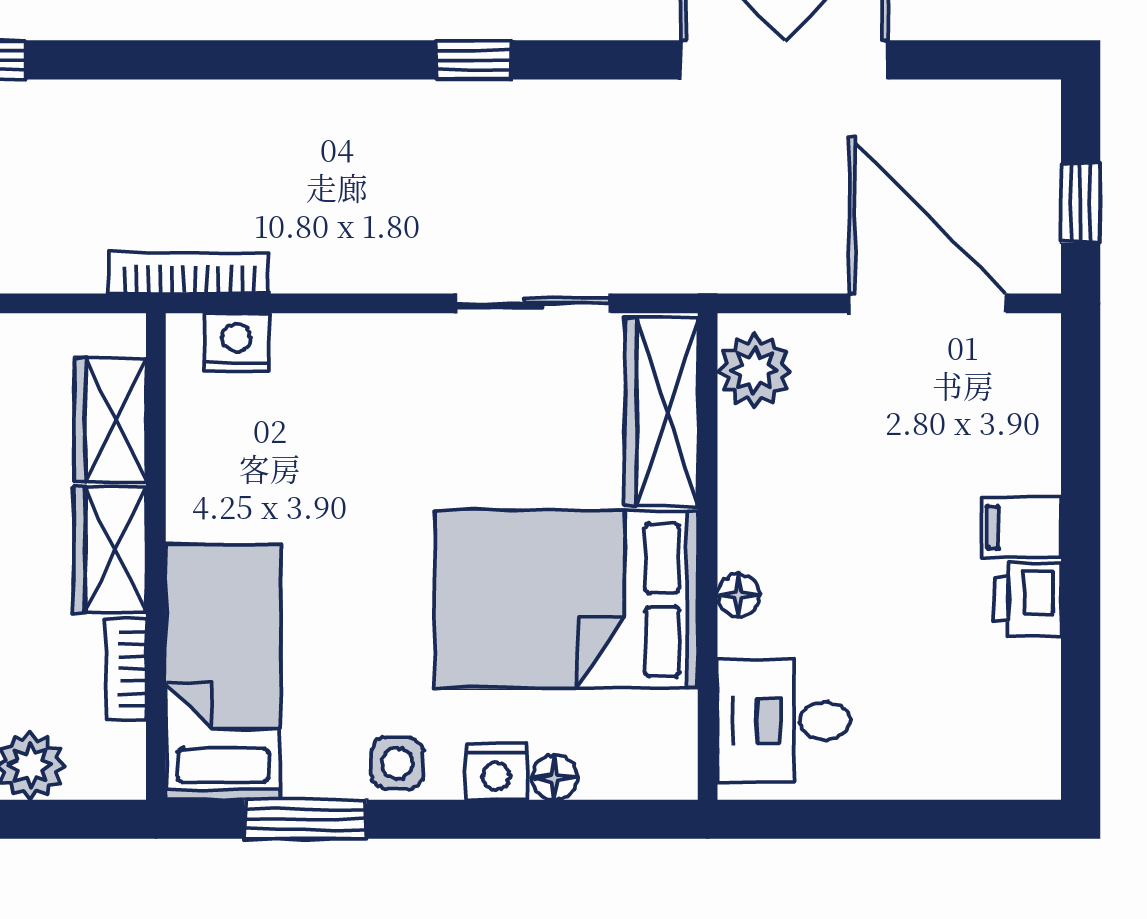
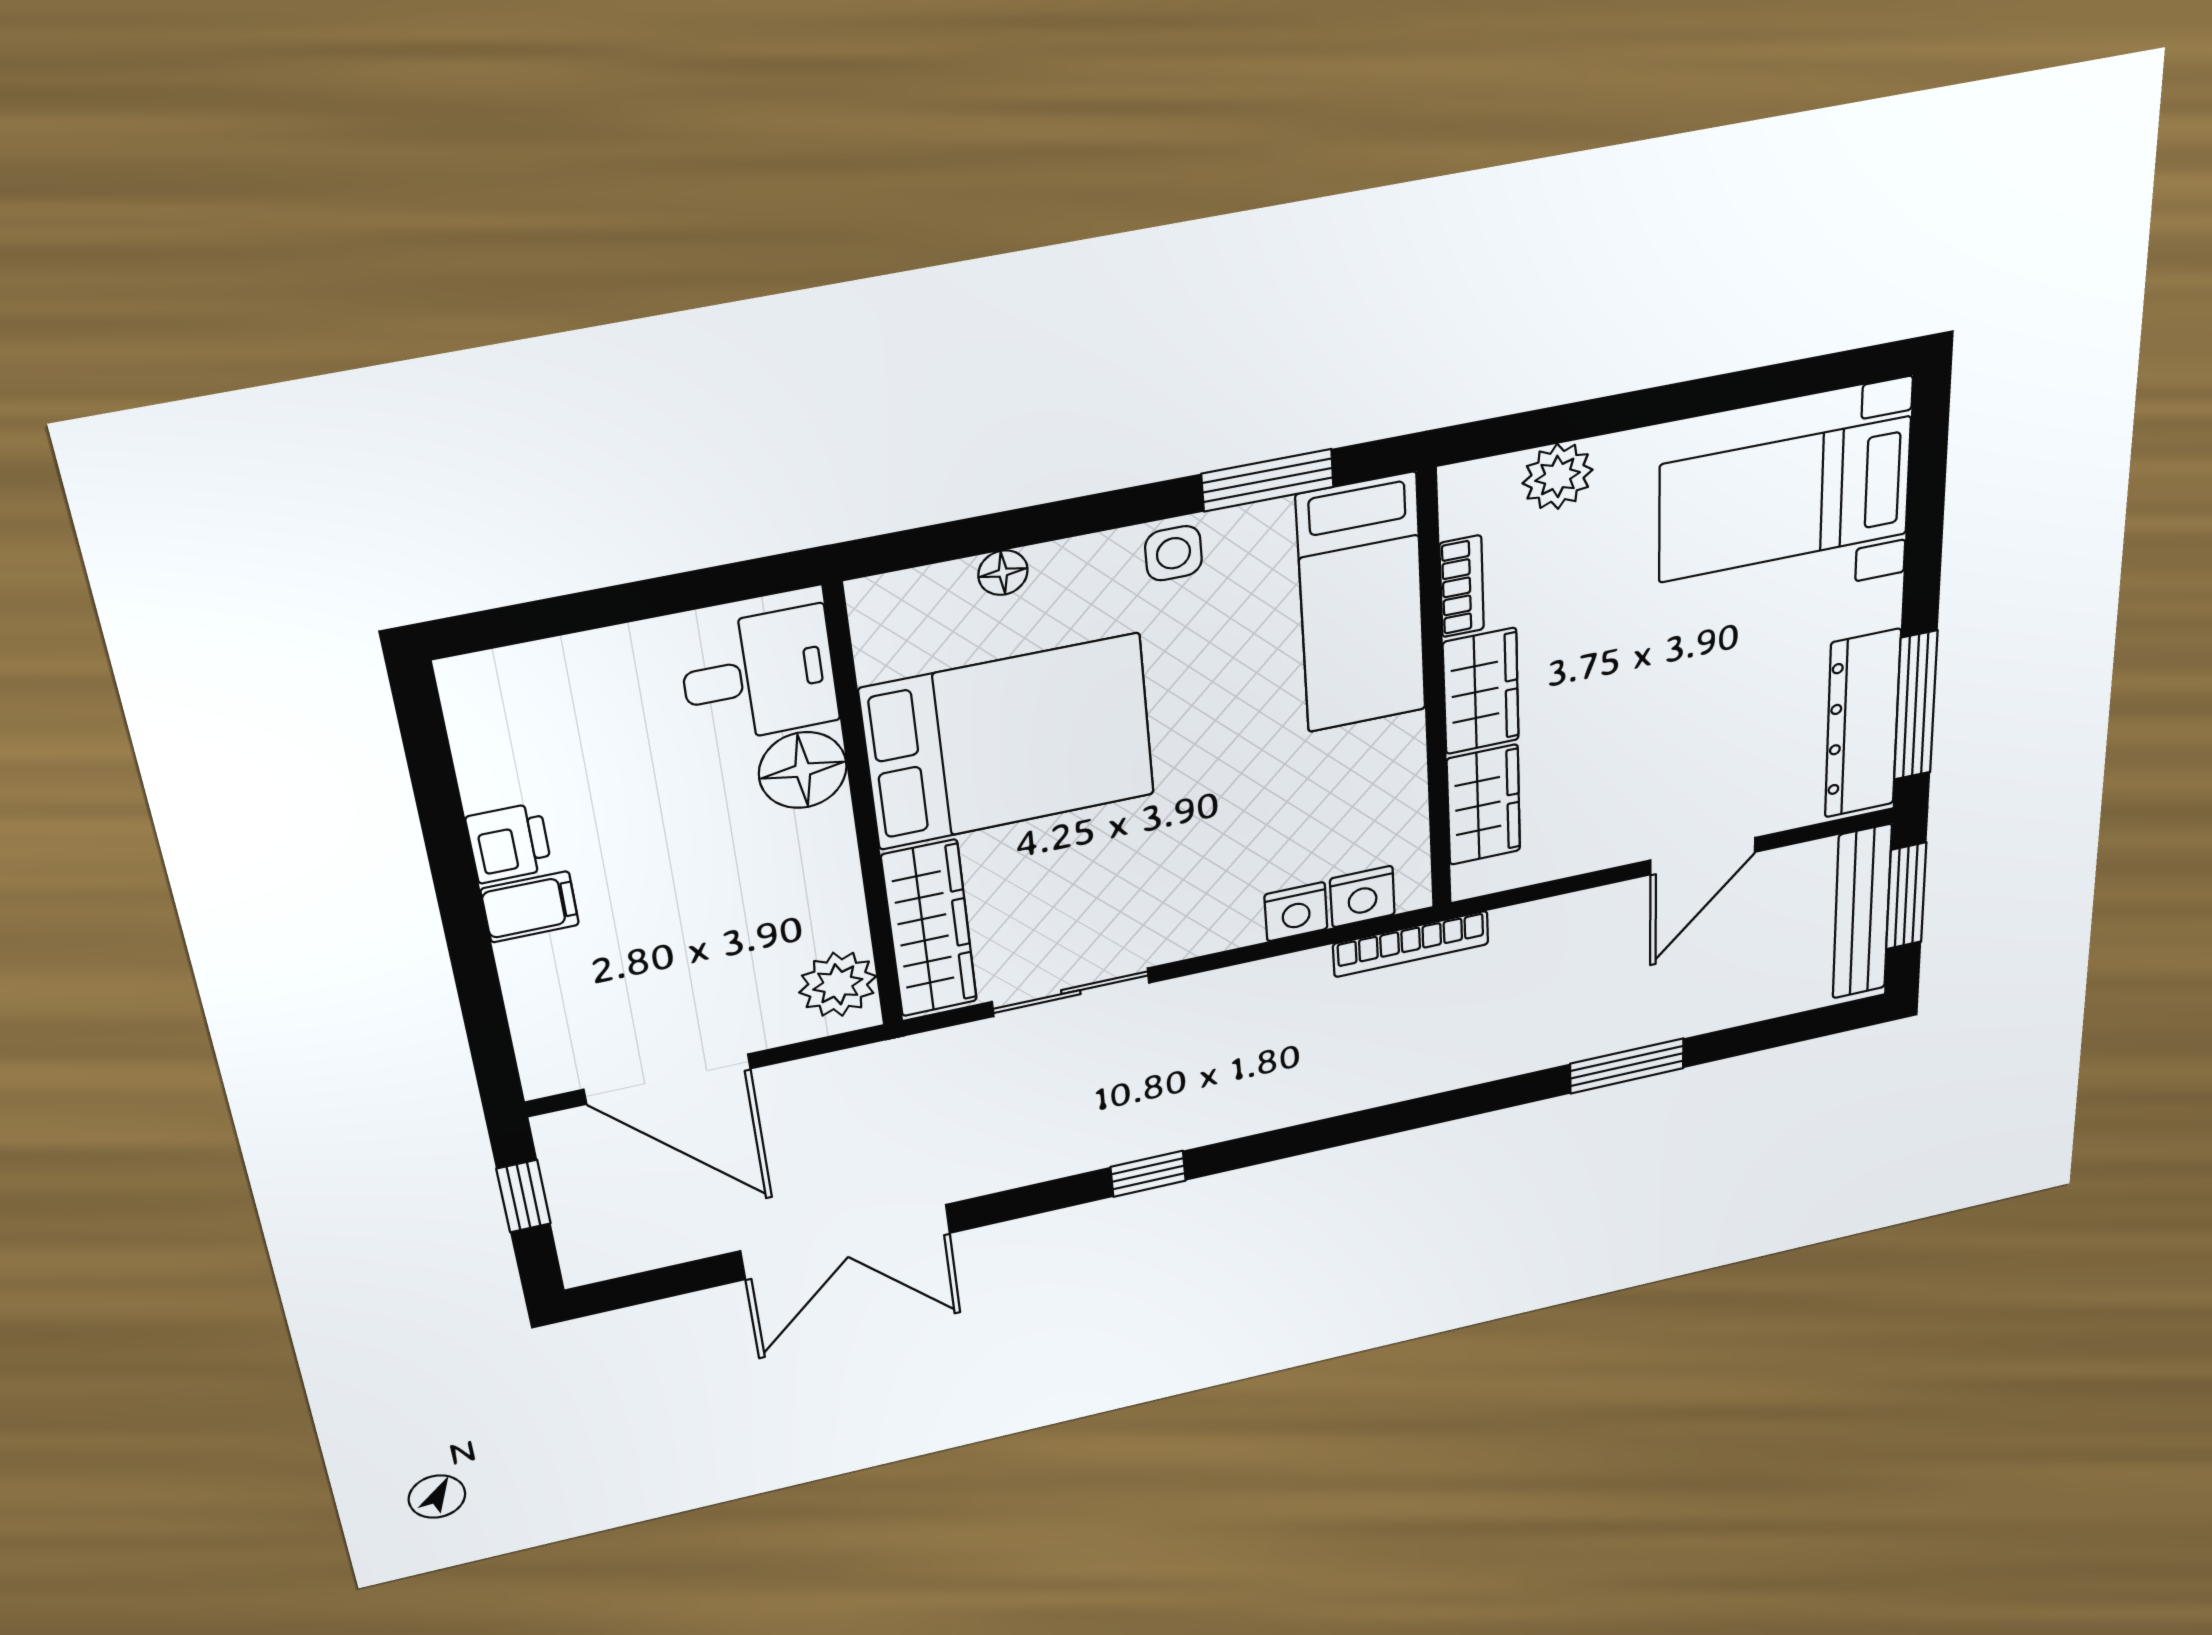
floor lamp: (739, 595) -> (803, 770), width x1.89, depth x1.89
nightstand: (496, 772) -> (1296, 912), moved, turned 180

